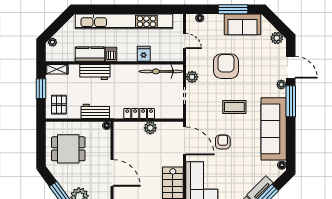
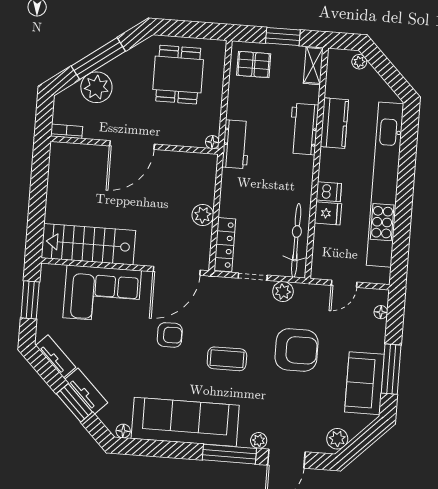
dishwasher: (111, 54) -> (329, 192), moved
coffee table: (234, 107) -> (227, 359), turned 90
workbench: (95, 111) -> (236, 144), moved
locker: (139, 113) -> (225, 245), moved

